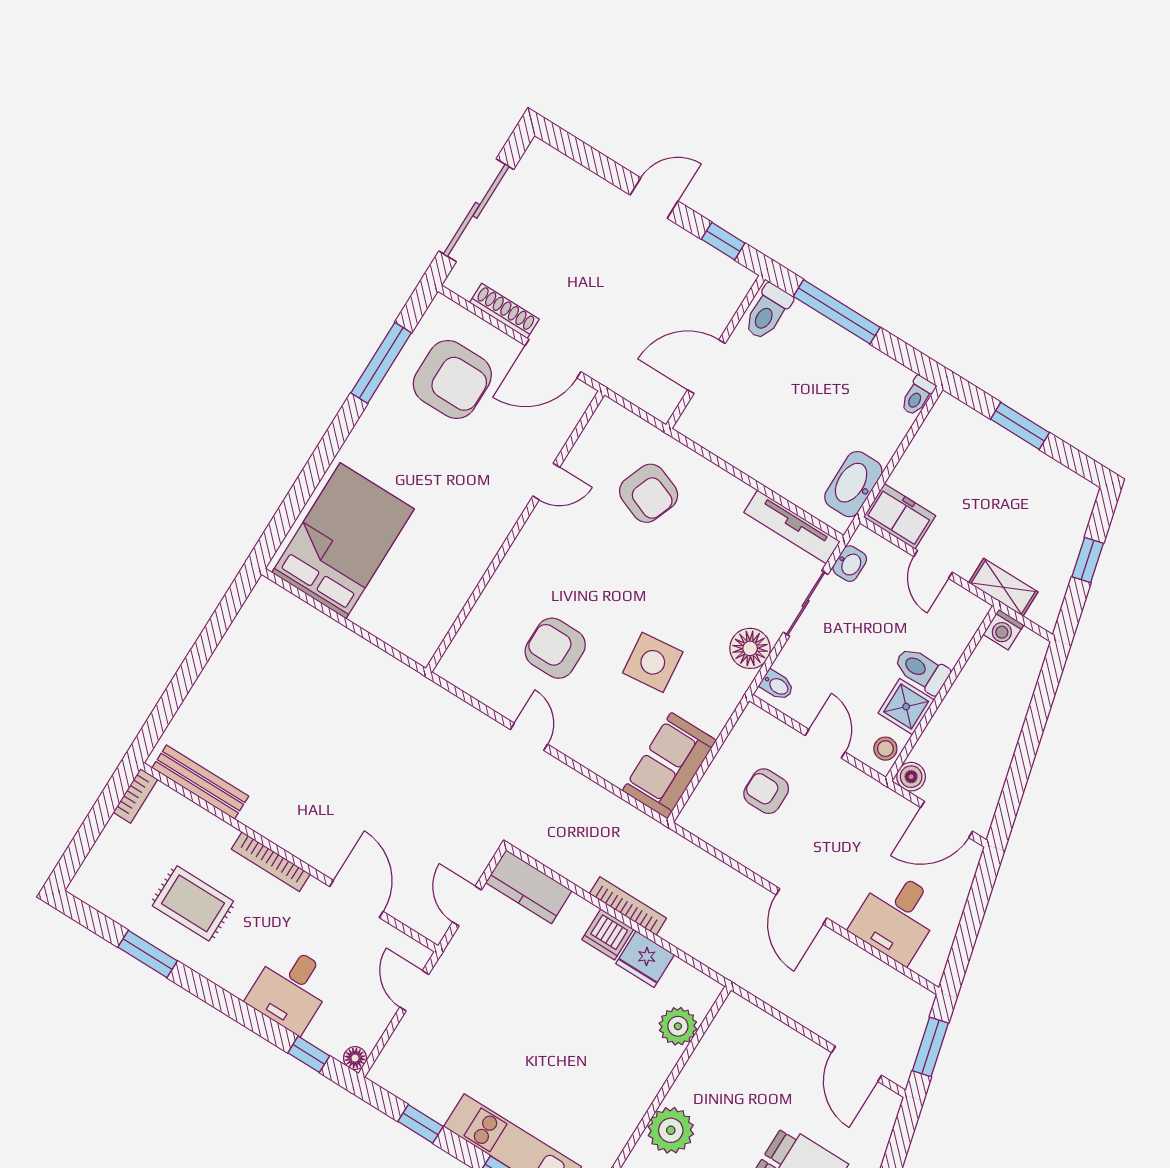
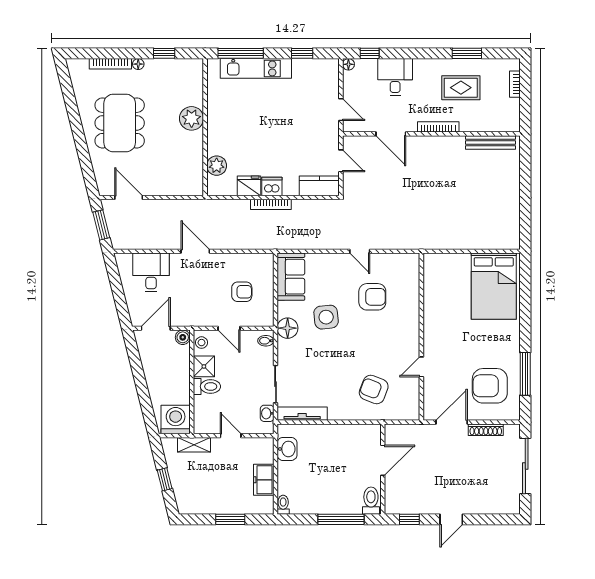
washbasin: (853, 484) -> (287, 449), width x0.72
freezer: (900, 516) -> (264, 480), moved, turned 90
washing machine: (1003, 630) -> (176, 419), width x1.89, depth x1.89
floor lamp: (750, 648) -> (288, 328), moved
bookcase: (135, 796) -> (515, 84), moved

